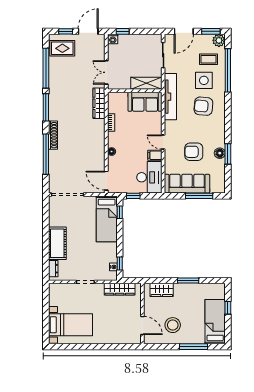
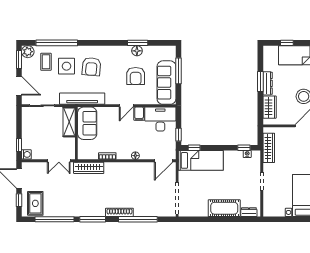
dresser: (186, 288) -> (268, 83), added

